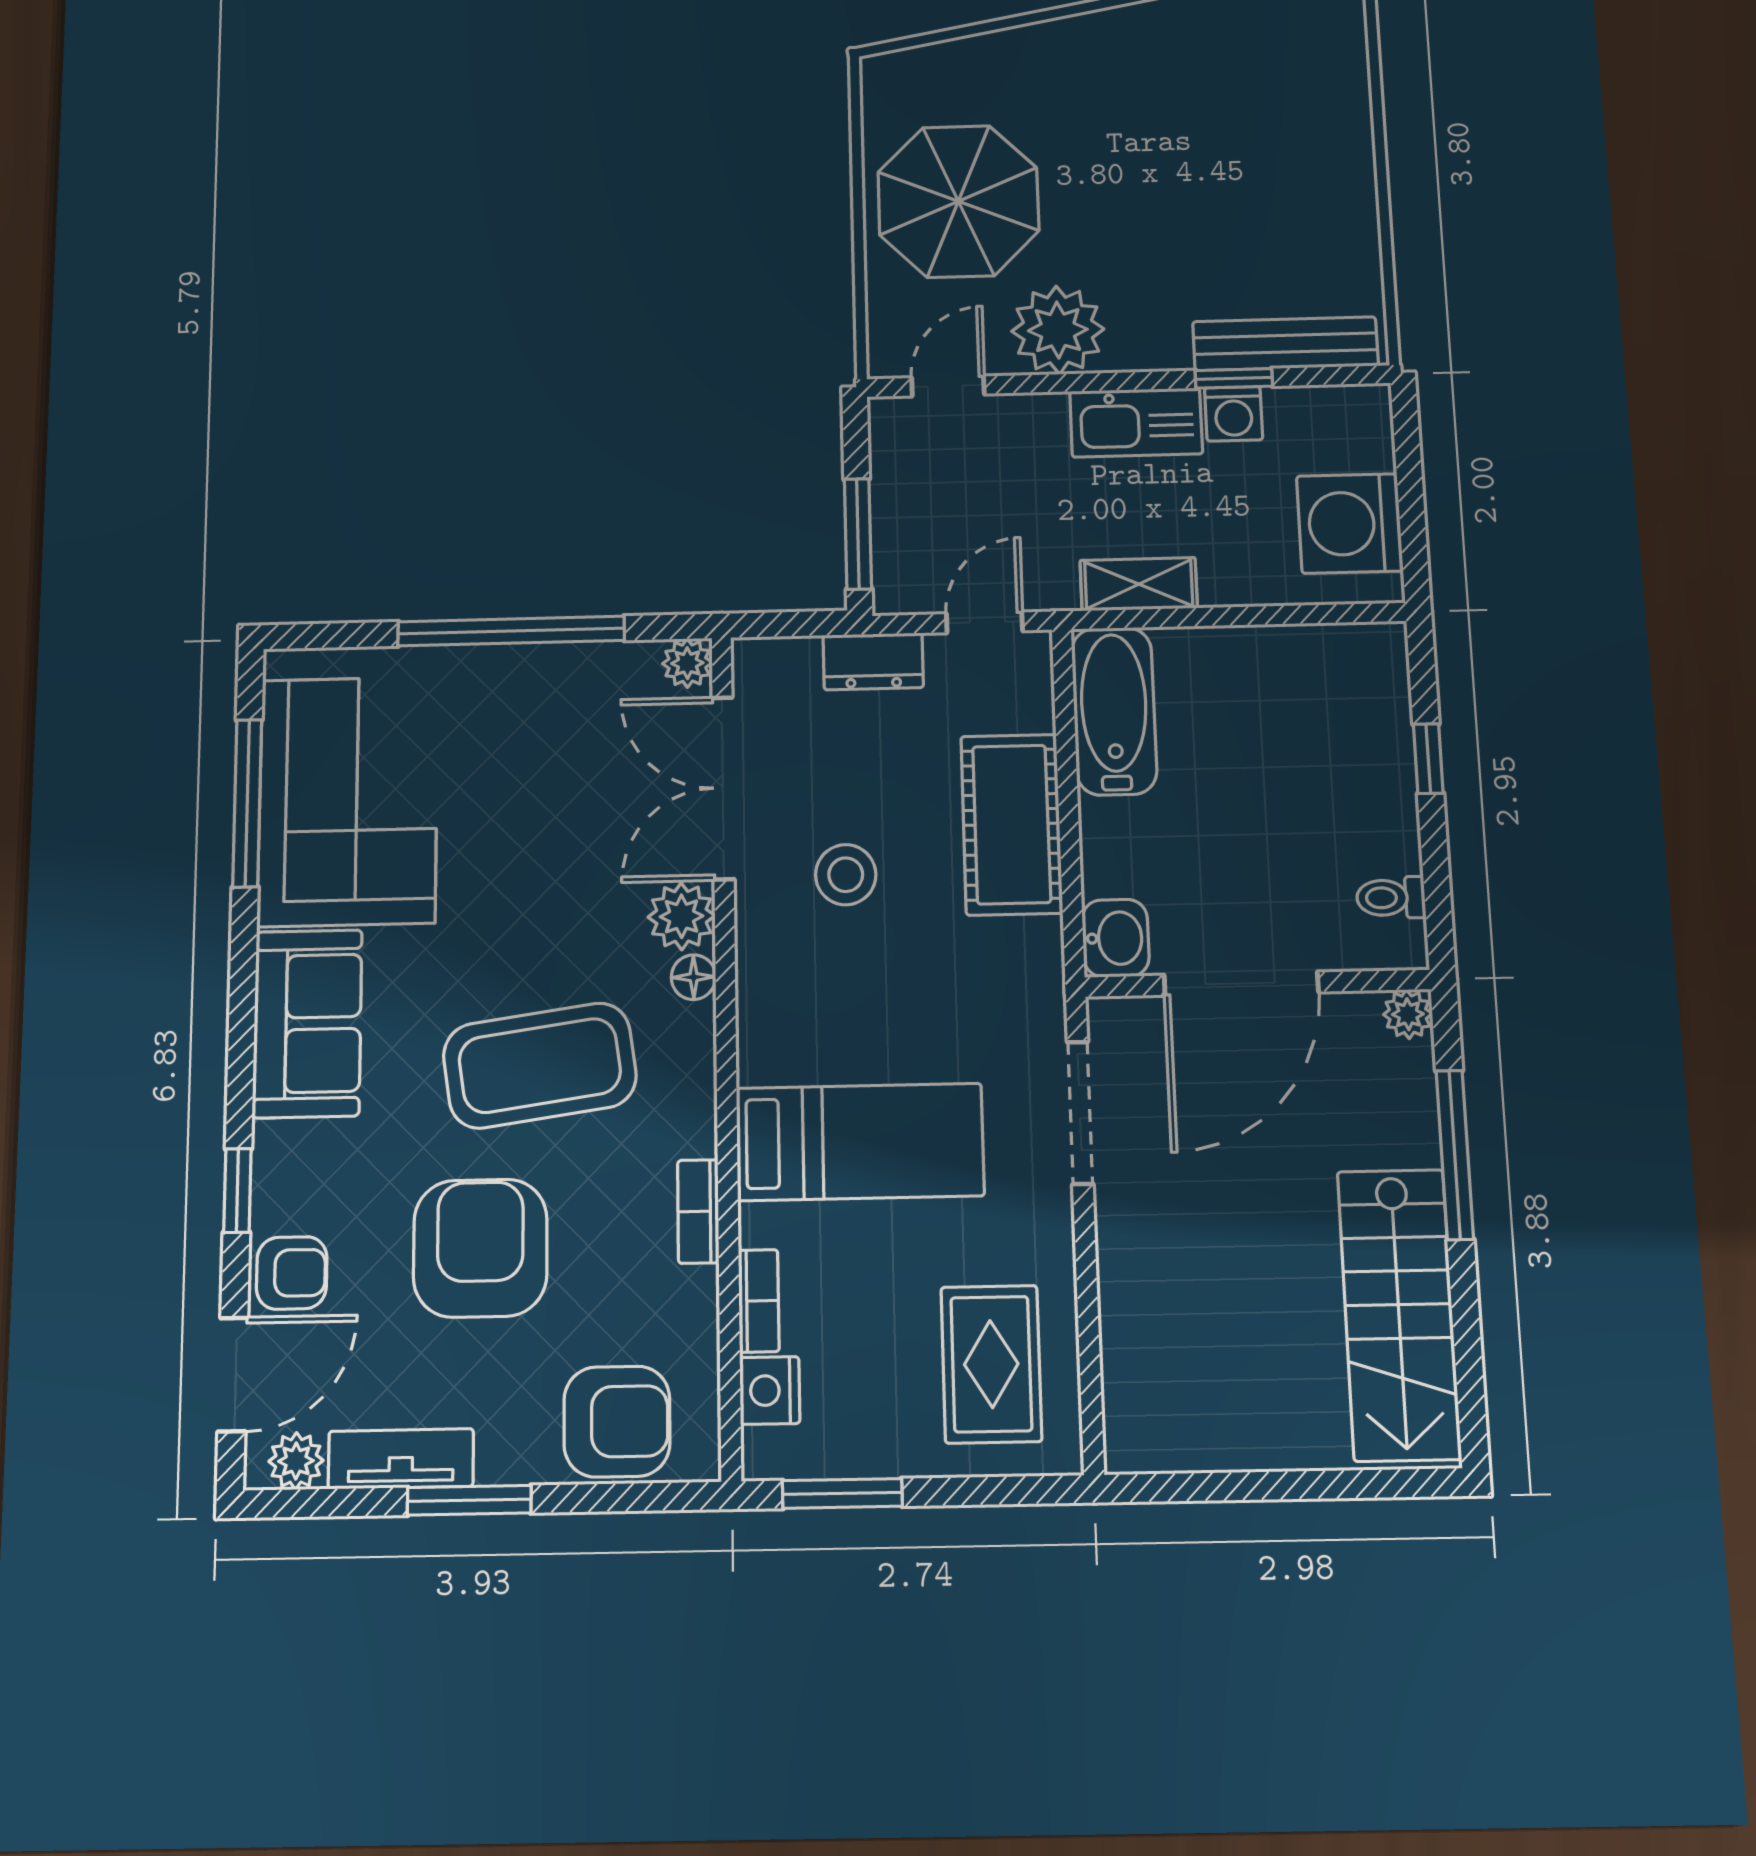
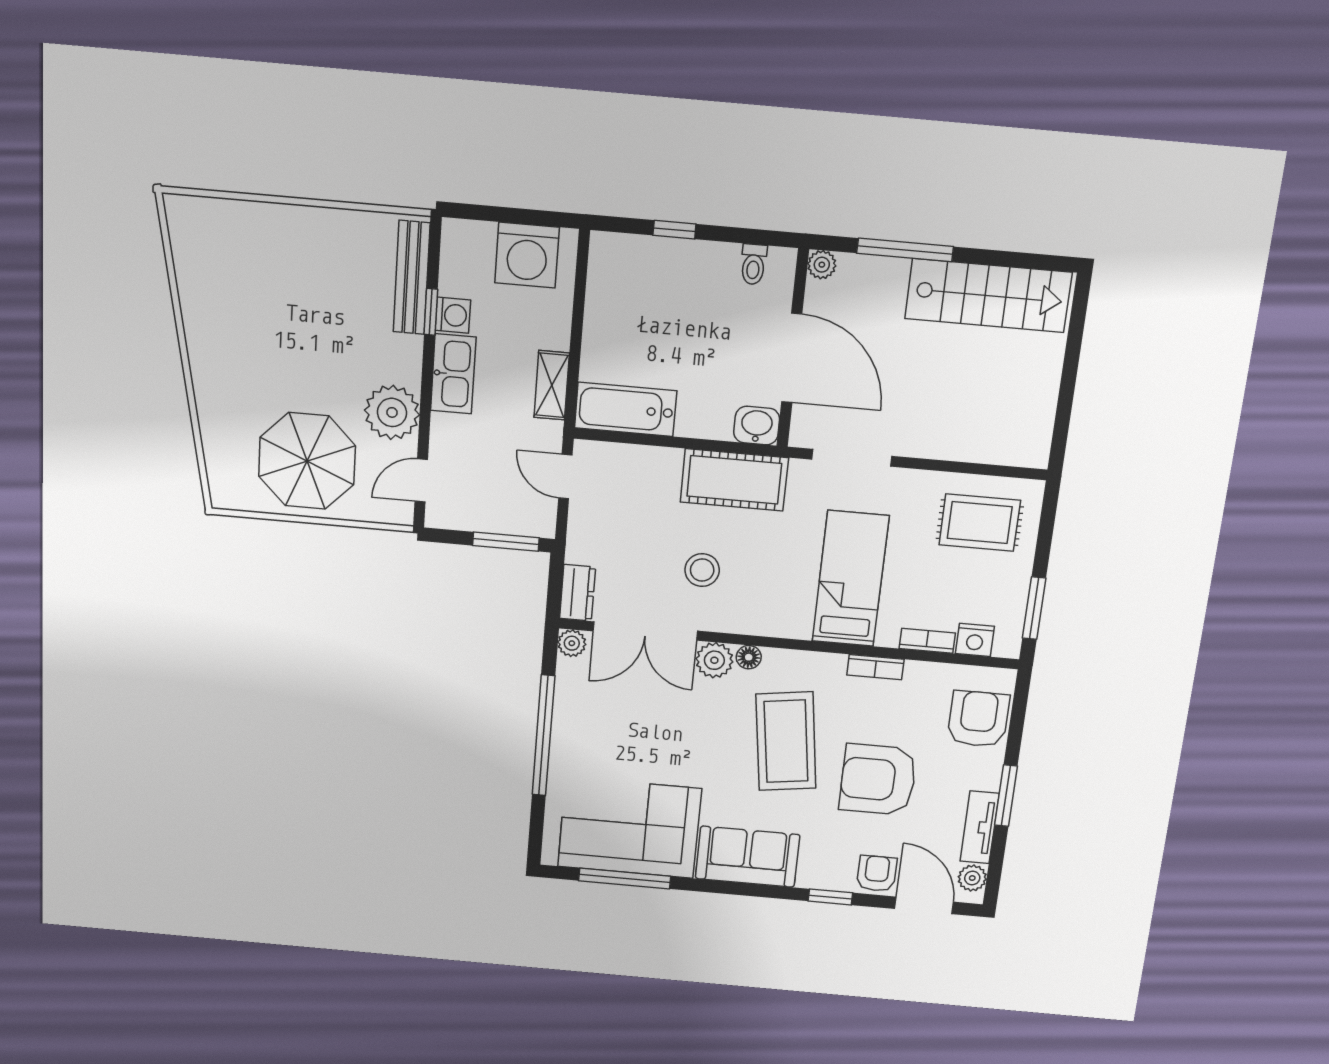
door: (948, 386) -> (421, 480), hinge flipped
dresser: (873, 661) -> (578, 593), moved
cot: (1012, 824) -> (734, 480), moved

